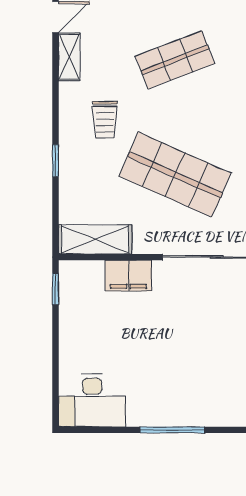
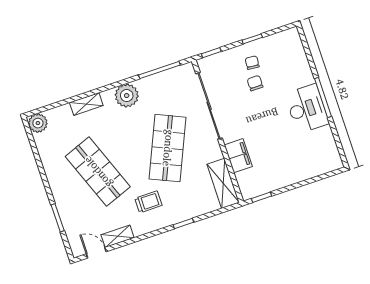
shop shelf: (175, 60) -> (98, 172), width x1.43, depth x1.36
chair: (227, 336) -> (255, 83), added
desk: (92, 400) -> (307, 109), moved

